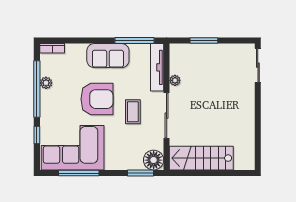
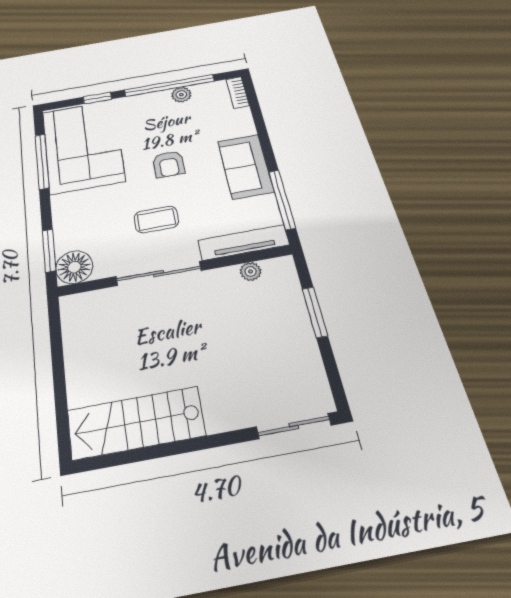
plant: (175, 80) -> (251, 271), moved
armchair: (97, 99) -> (169, 164), width x0.53, depth x0.53
stairs: (201, 158) -> (136, 423), moved, turned -90

